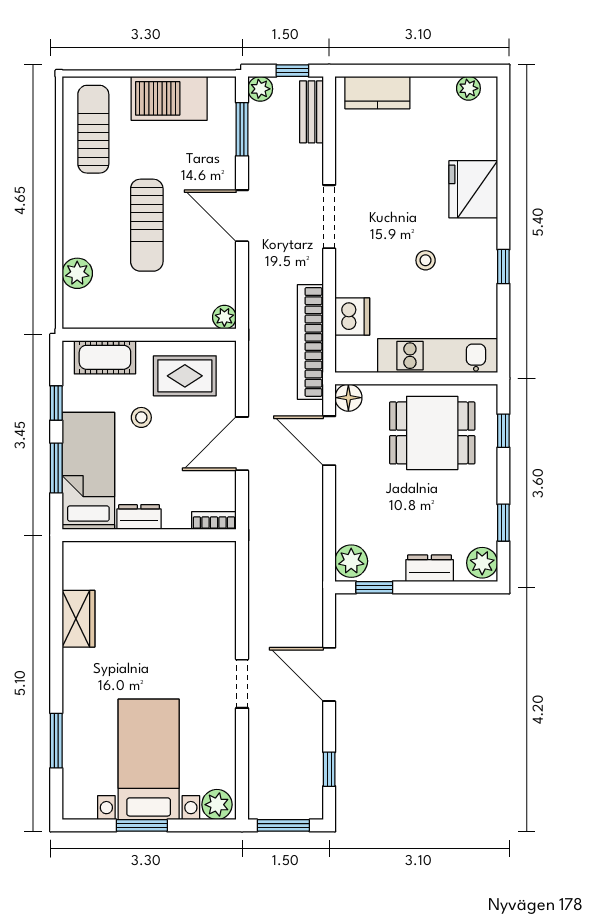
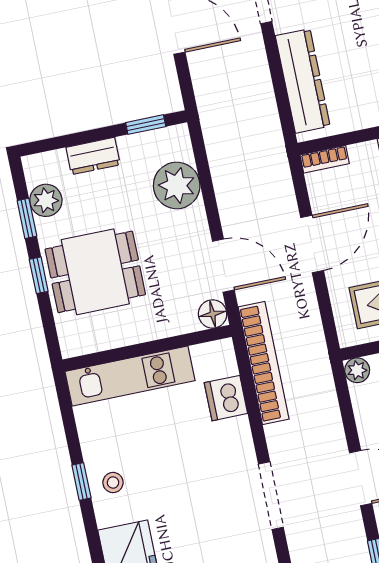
stool: (426, 260) -> (113, 483), moved
window: (503, 431) -> (39, 275), moved
dining table: (432, 433) -> (95, 272), moved
plant: (351, 561) -> (177, 186), moved, width x1.36, depth x1.36
plant: (482, 563) -> (46, 200), moved
dresser: (219, 598) -> (303, 81), added

